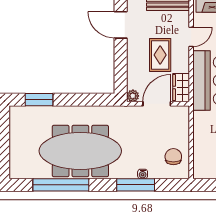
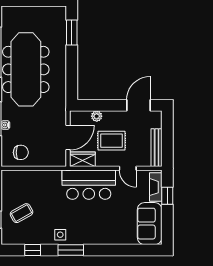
plant: (133, 96) -> (97, 116), moved
door: (157, 104) -> (68, 138), hinge flipped

